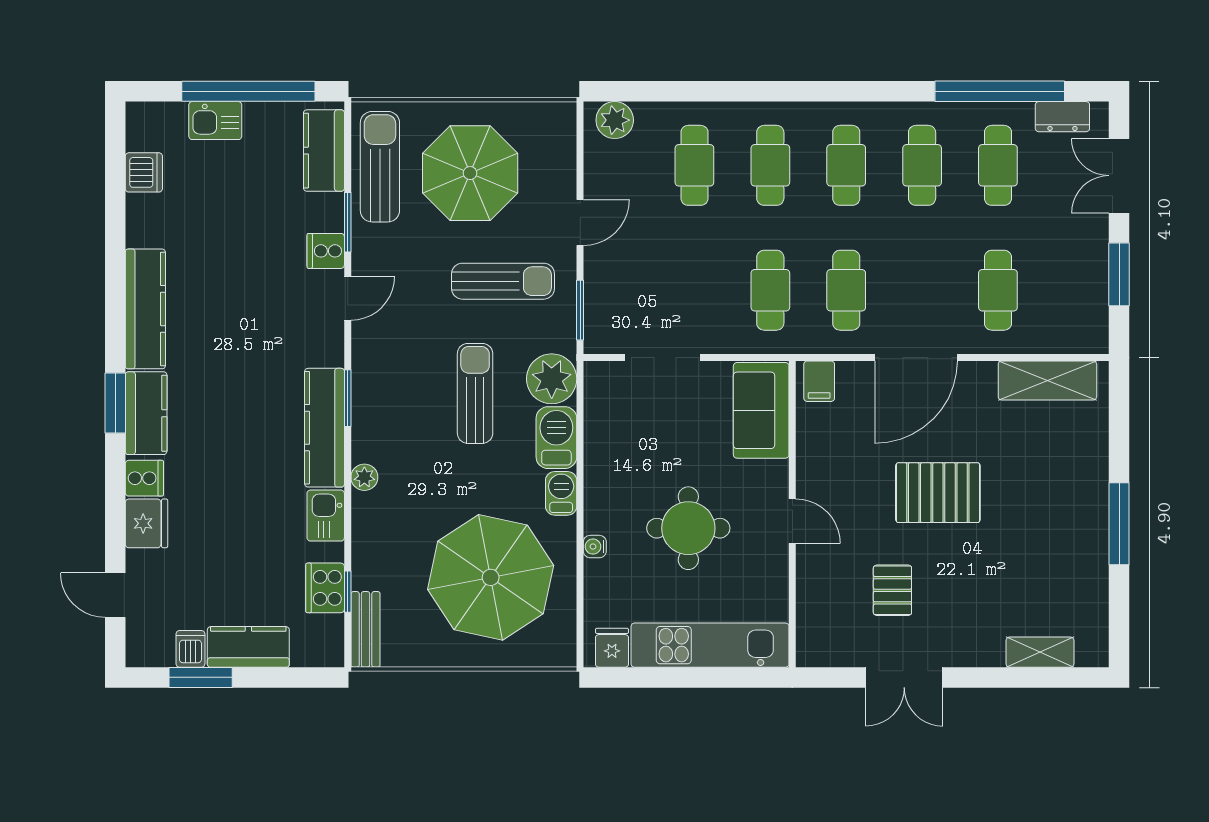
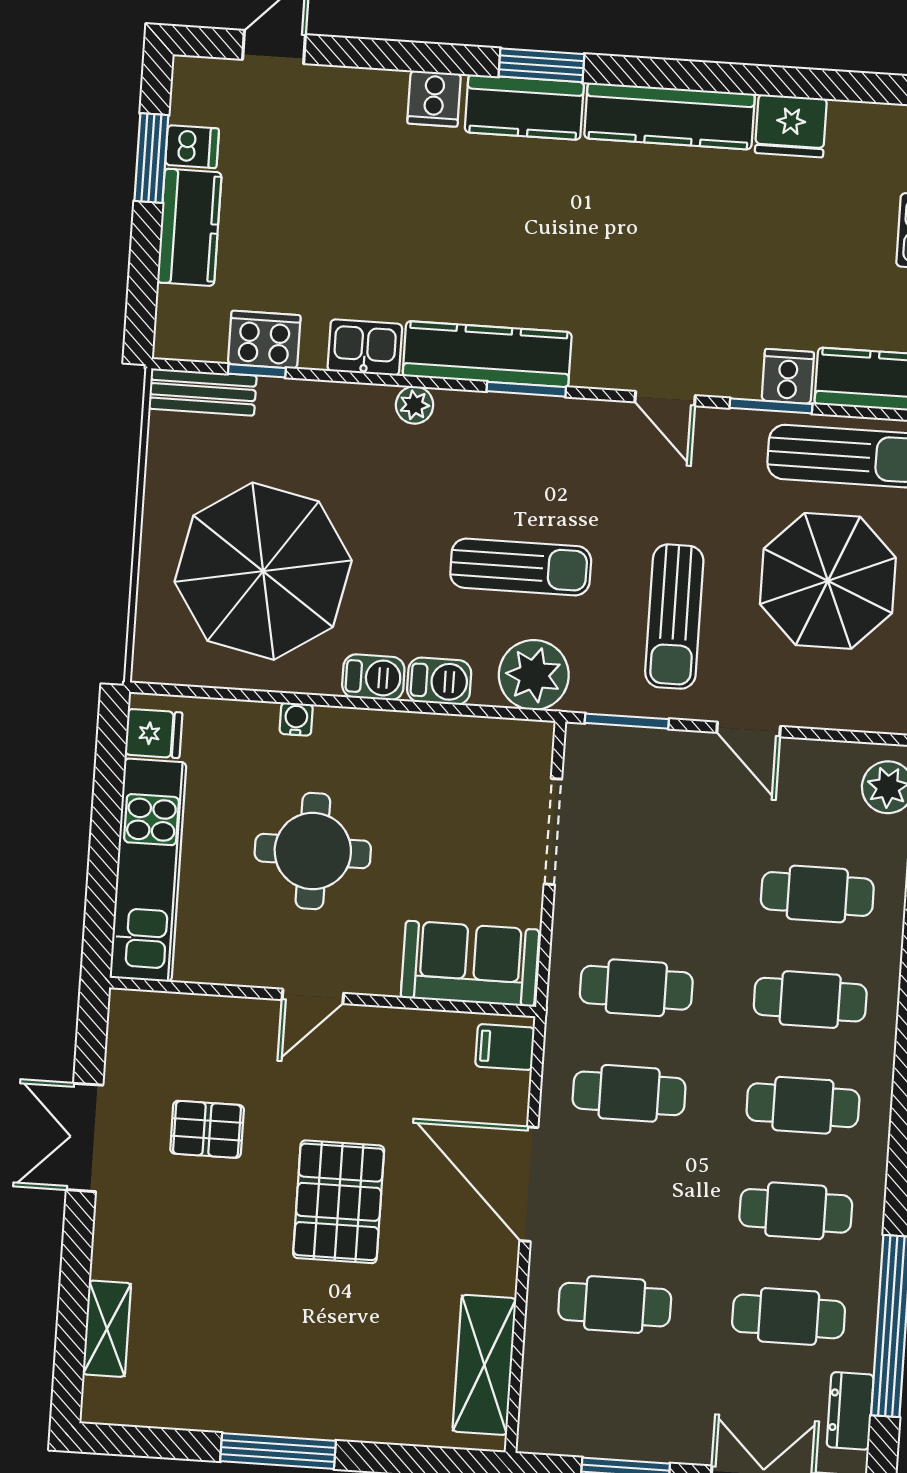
dishwasher: (144, 172) -> (860, 127), removed
cooker: (326, 251) -> (788, 376), moved
barbecue: (556, 438) -> (439, 681), width x0.73, depth x0.79
fridge: (146, 523) -> (791, 126), moved

